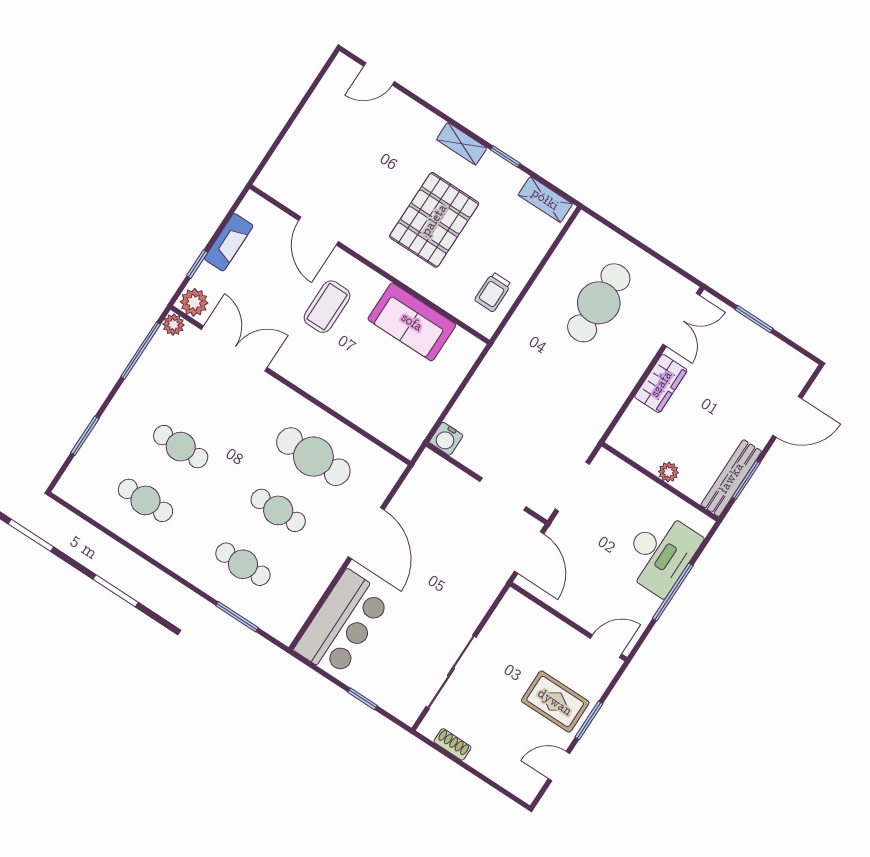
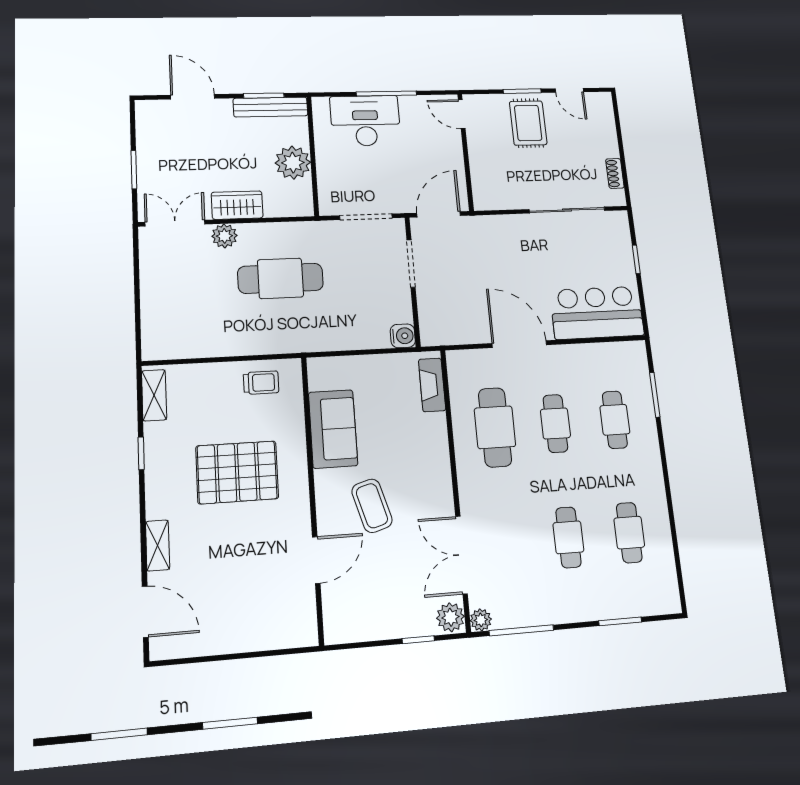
door: (379, 74) -> (145, 612), width x1.38
shelving: (462, 144) -> (158, 545), moved
fireplace: (229, 242) -> (432, 385), moved, turned -90
cafe table: (599, 303) -> (280, 278), moved
coffee table: (327, 307) -> (372, 506), turned 74
plant: (641, 353) -> (224, 236), added
plant: (668, 472) -> (293, 163), width x1.88, depth x1.88
door: (366, 533) -> (519, 344), hinge flipped

